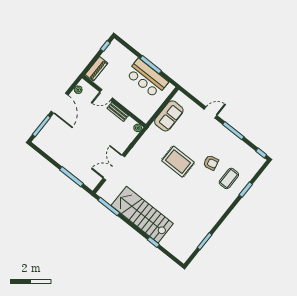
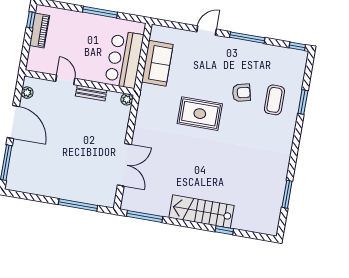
piano: (96, 69) -> (39, 30), moved
bar counter: (147, 78) -> (124, 59), moved, turned 90
door: (106, 95) -> (65, 80), swing flipped
double door: (114, 168) -> (124, 165), swing flipped
stairs: (142, 215) -> (202, 212), width x0.73, depth x0.66

